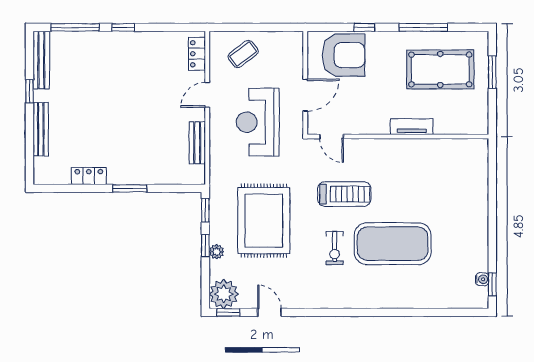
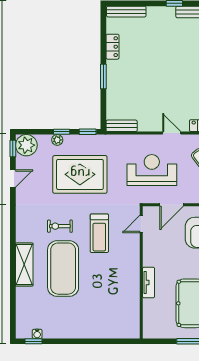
door: (305, 95) -> (172, 205), hinge flipped
bench: (41, 129) -> (126, 12), moved
bench: (197, 143) -> (122, 126), moved
shelving: (387, 297) -> (24, 265), added

